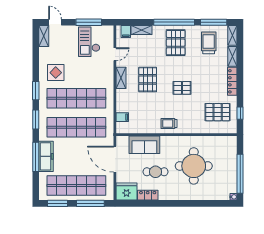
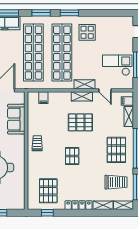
shelving: (44, 36) -> (84, 84), moved
pallet: (176, 43) -> (116, 150), turned 90

